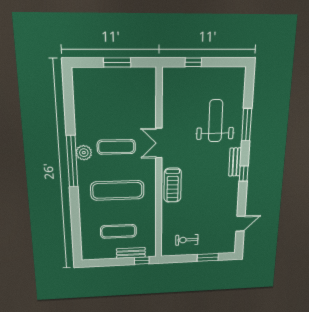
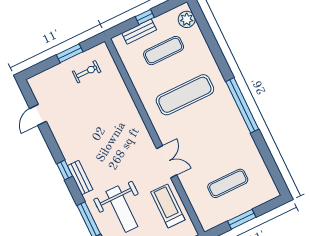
exercise mat: (116, 147) -> (228, 183), moved
plant: (84, 153) -> (187, 19), moved
treadmill: (173, 185) -> (168, 206), moved
window: (208, 257) -> (70, 53), moved
window: (142, 261) -> (145, 17), moved

